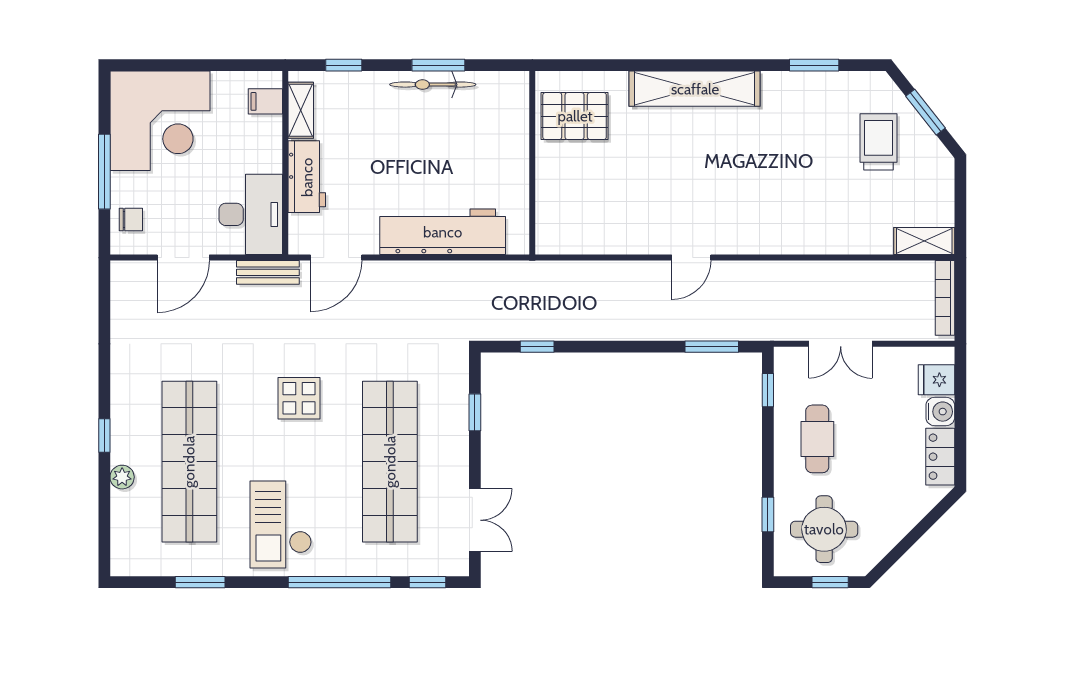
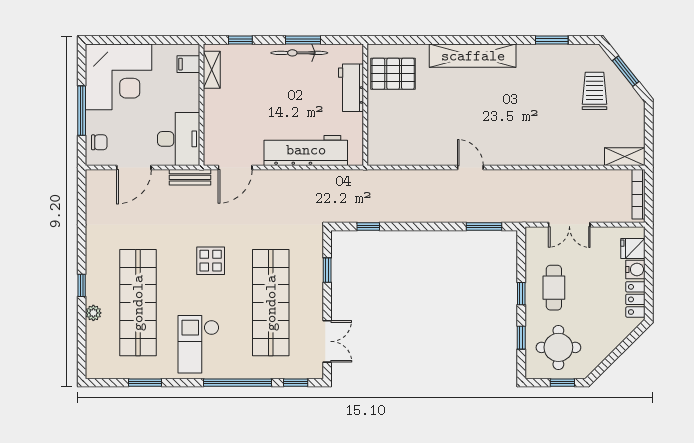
workbench: (307, 177) -> (351, 88), moved, turned 180
door: (691, 258) -> (470, 168), swing flipped
window: (768, 390) -> (521, 294), moved

